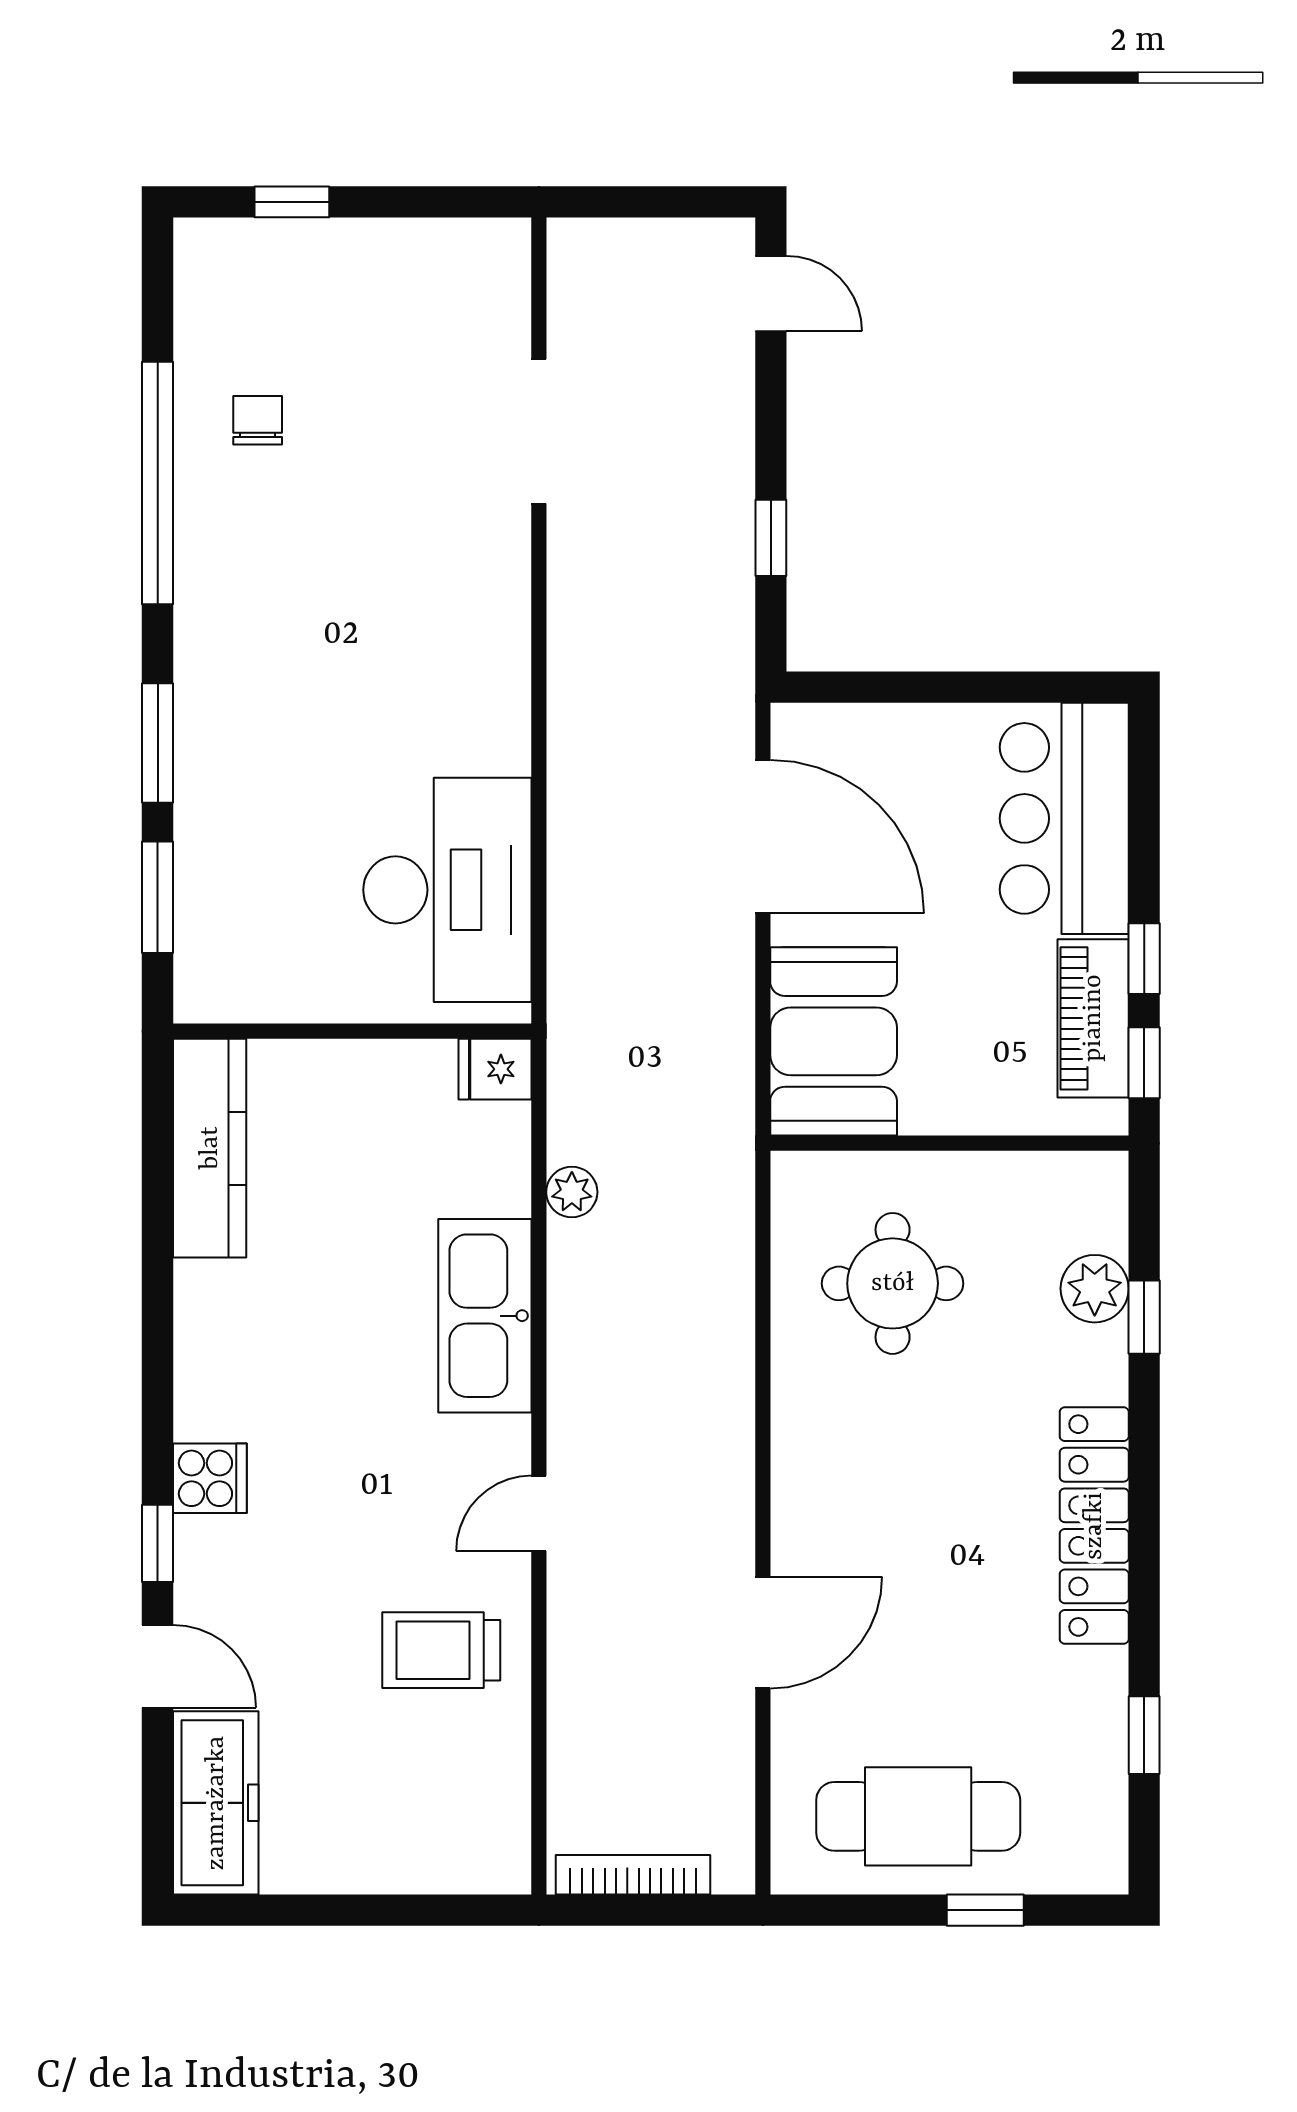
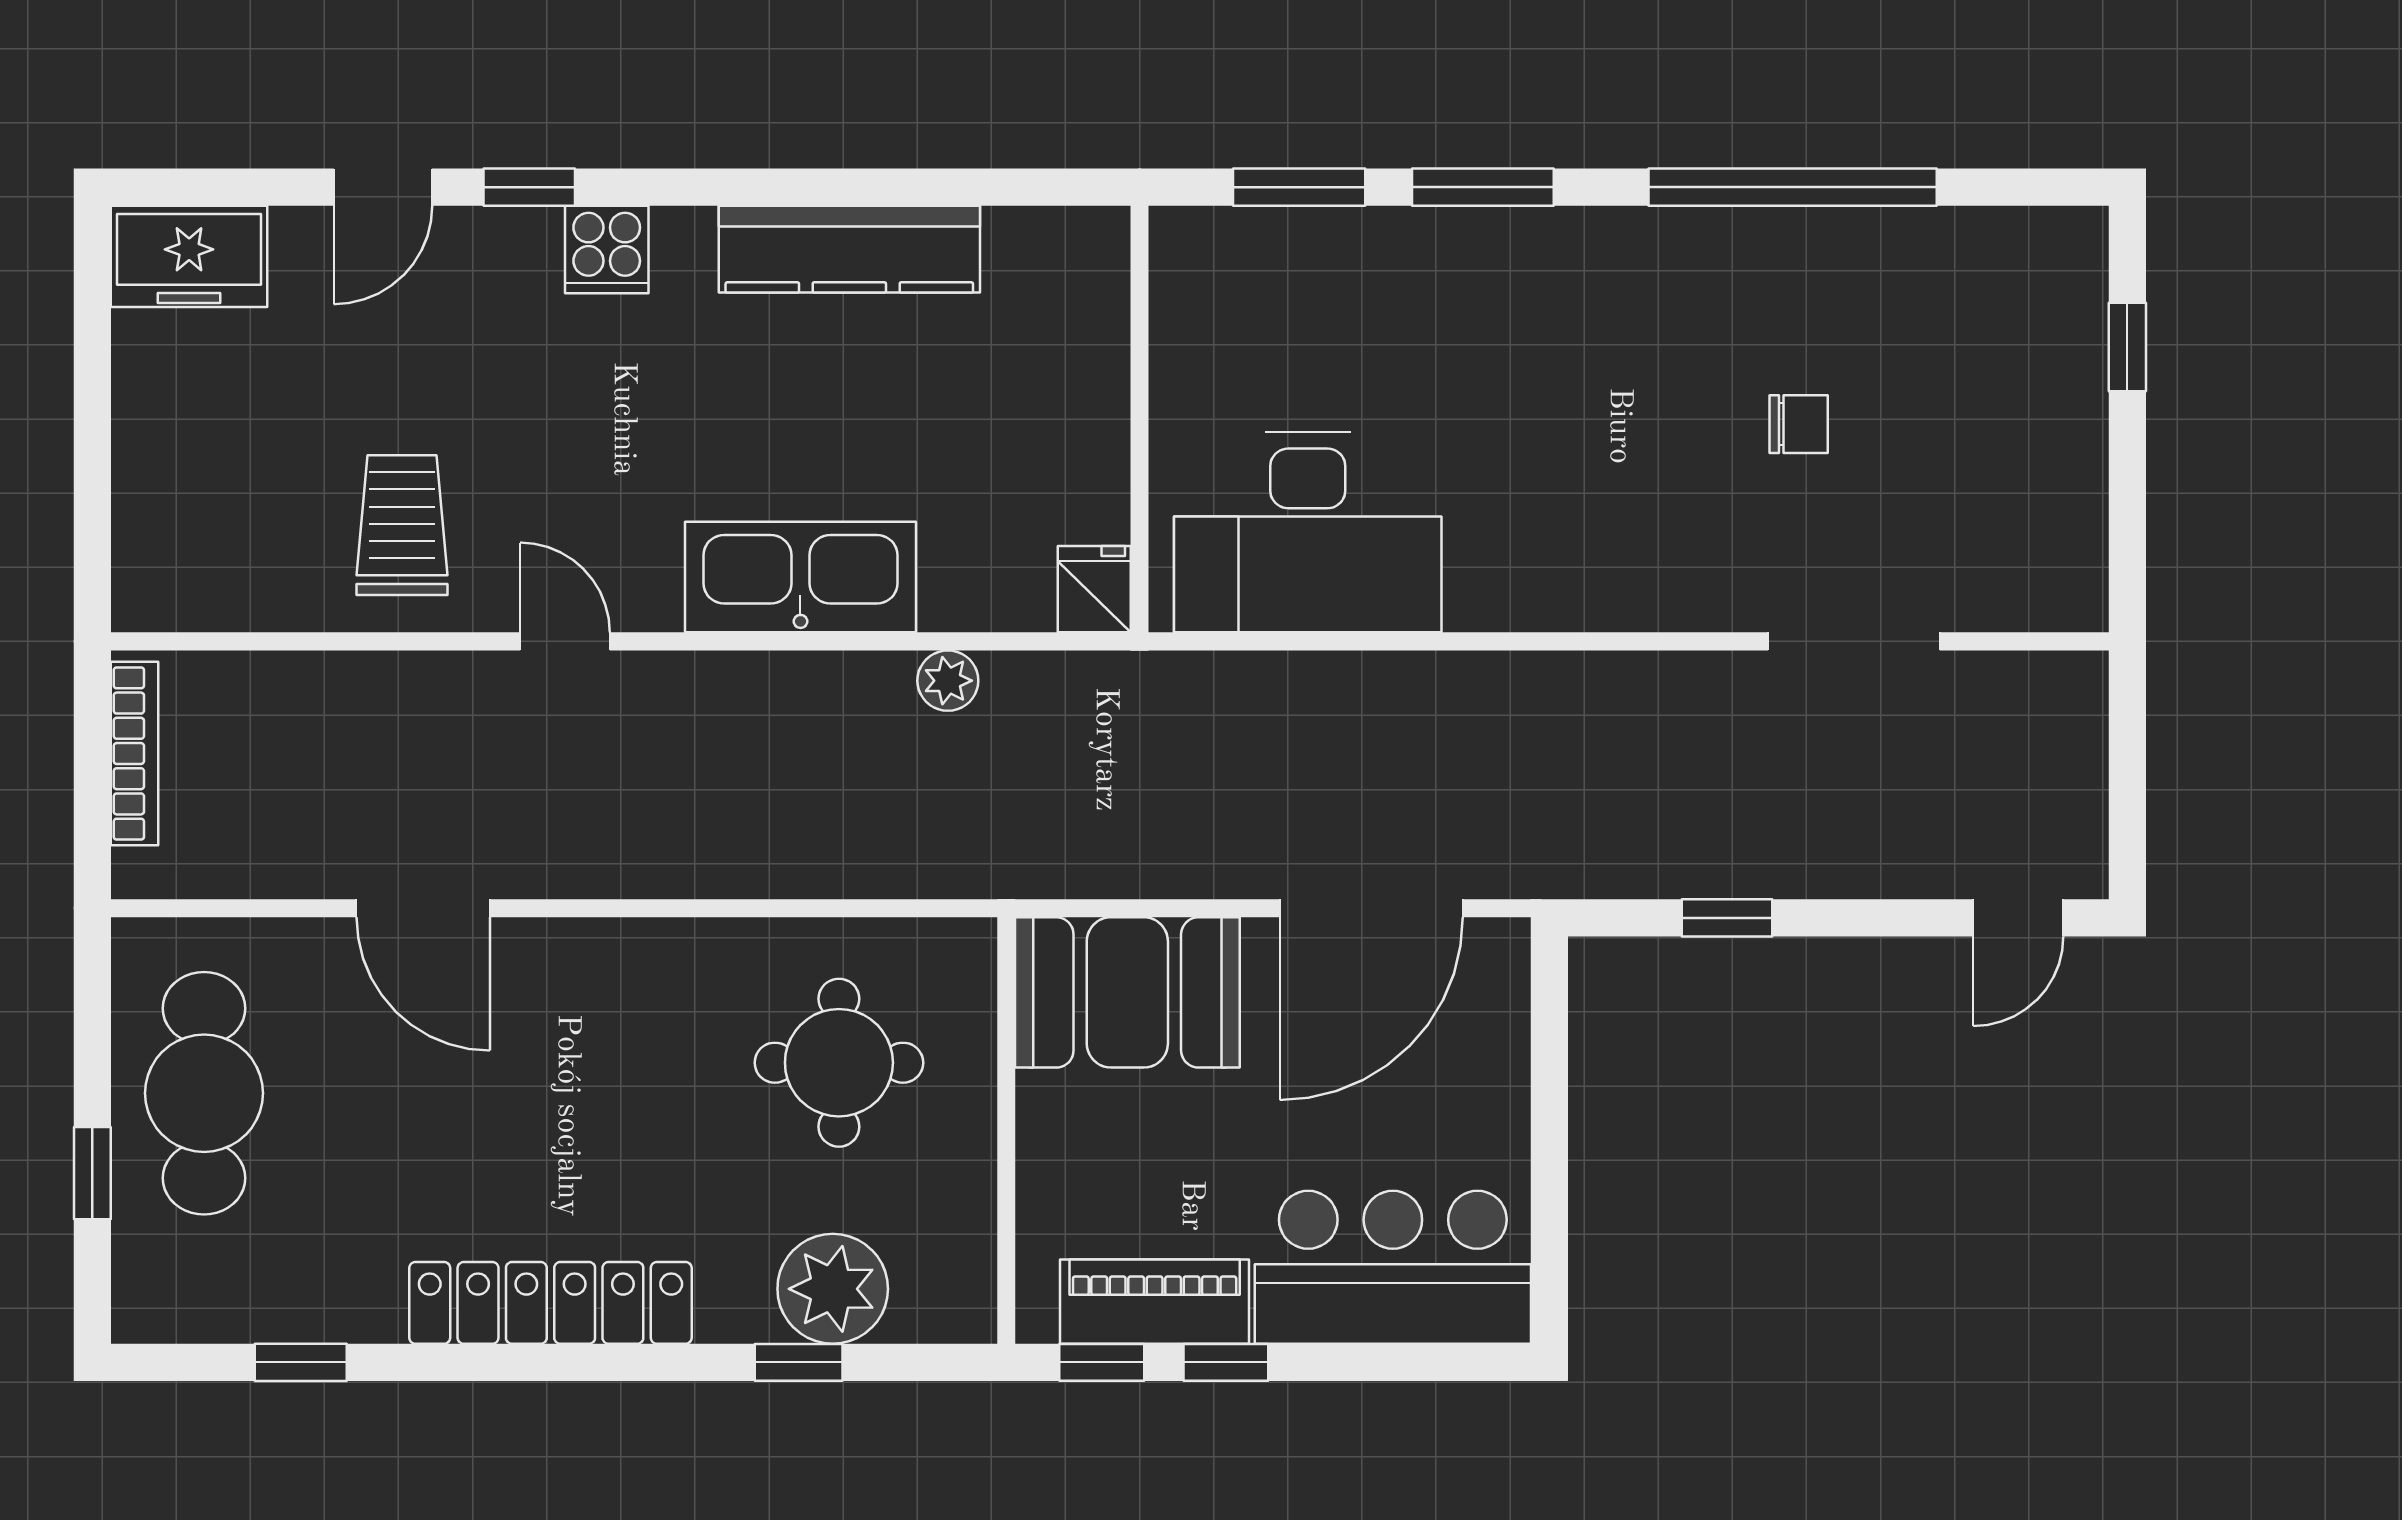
chair: (258, 420) -> (1799, 424), moved
kitchen counter: (210, 1148) -> (849, 249), moved
plant: (1095, 1289) -> (833, 1289), width x1.36, depth x1.36
freezer: (216, 1803) -> (189, 256), width x0.71

